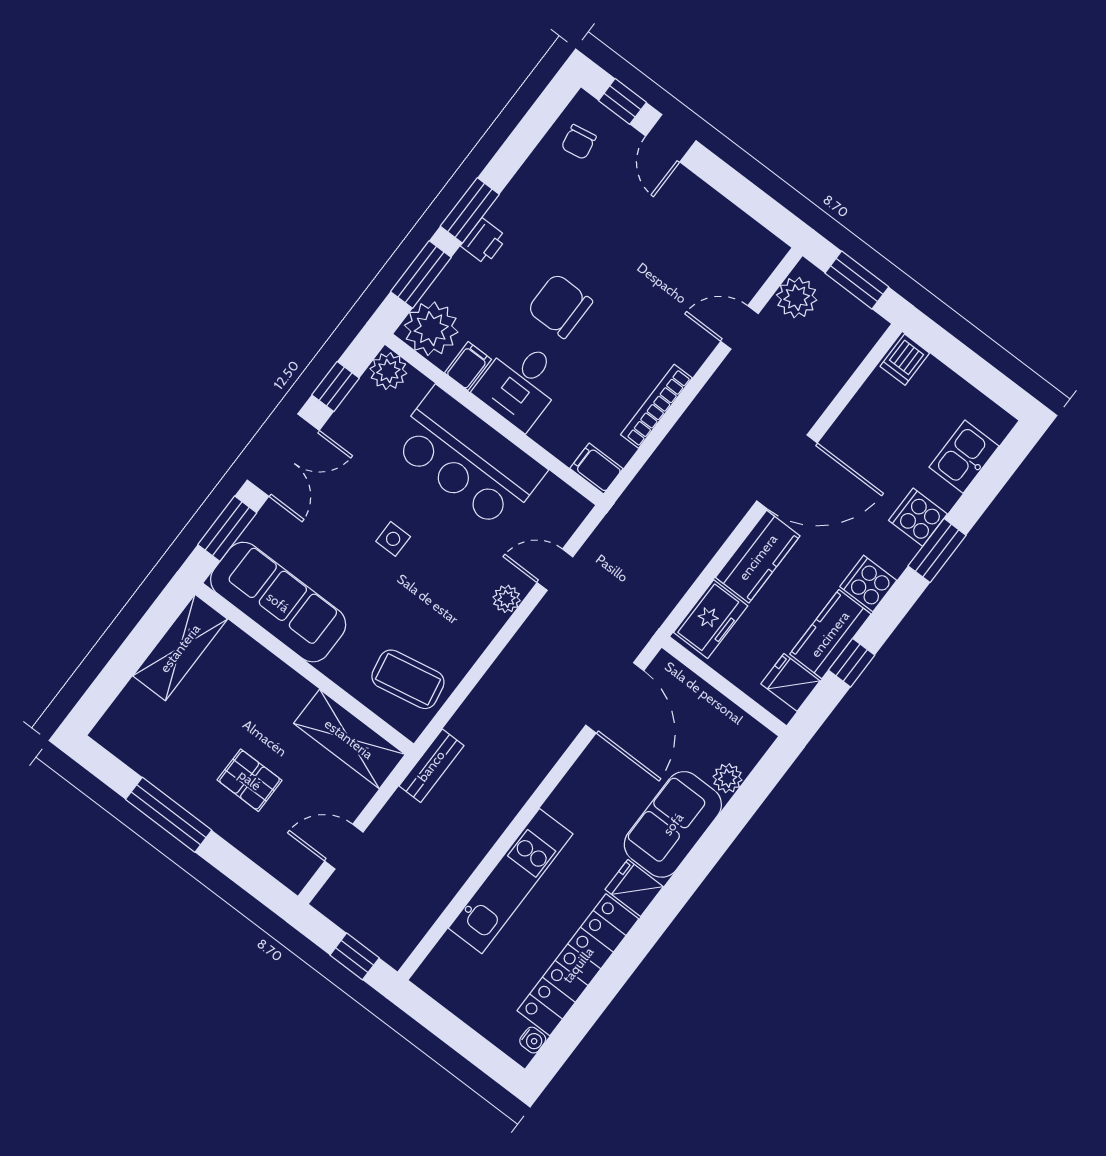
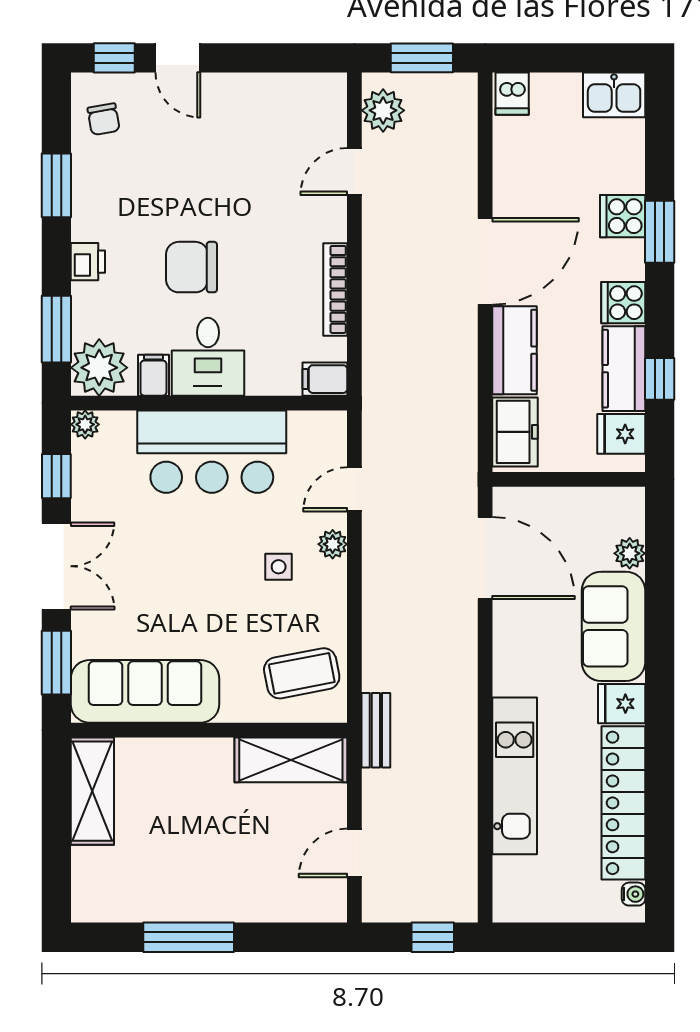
window: (470, 210) -> (56, 185), moved
plant: (388, 371) -> (85, 424), width x0.73, depth x0.73
kitchen sink: (964, 457) -> (614, 95), moved, turned -90
side table: (393, 539) -> (279, 567), moved
pallet: (250, 780) -> (234, 857), removed

